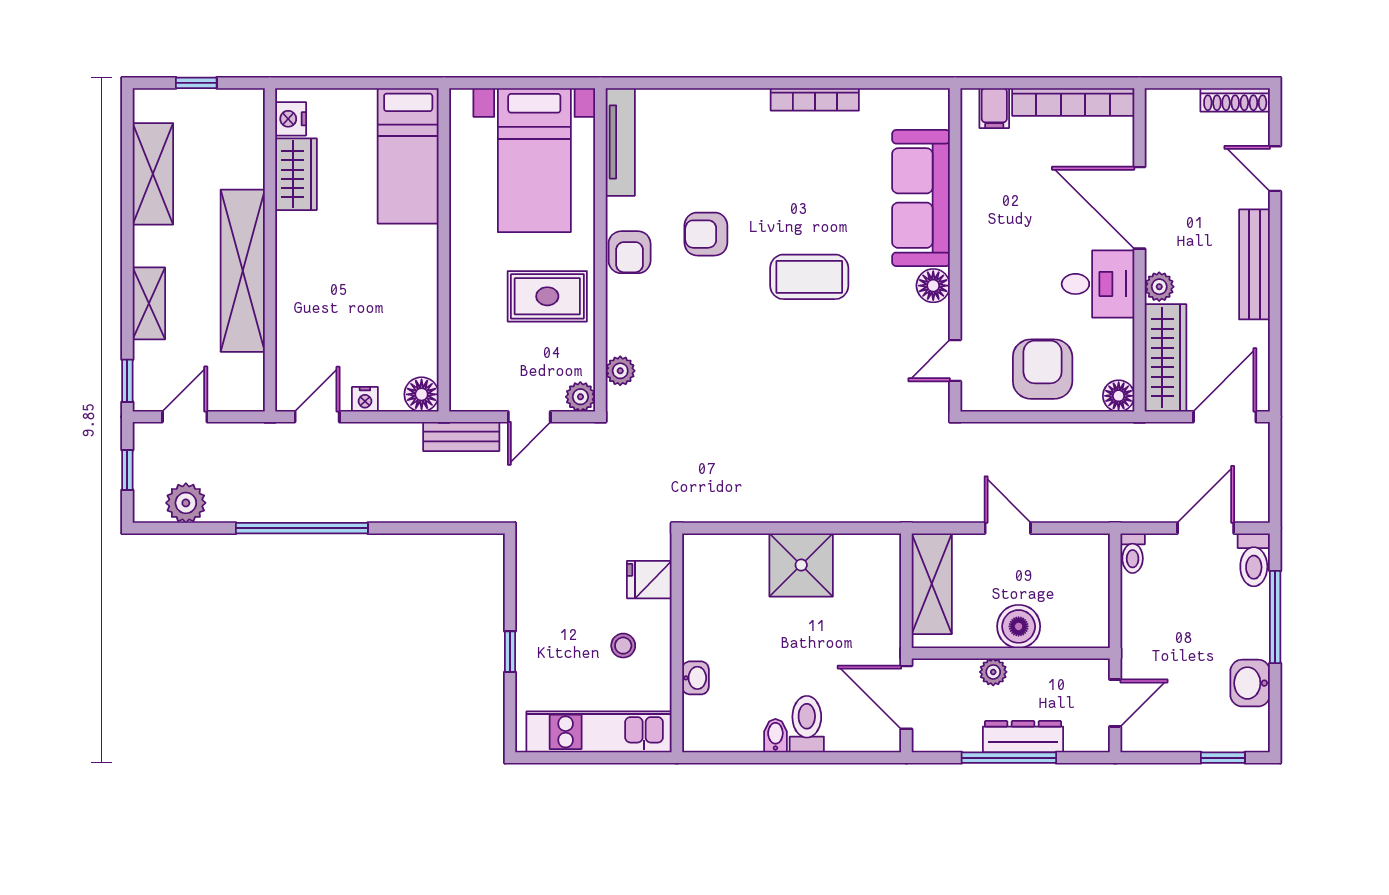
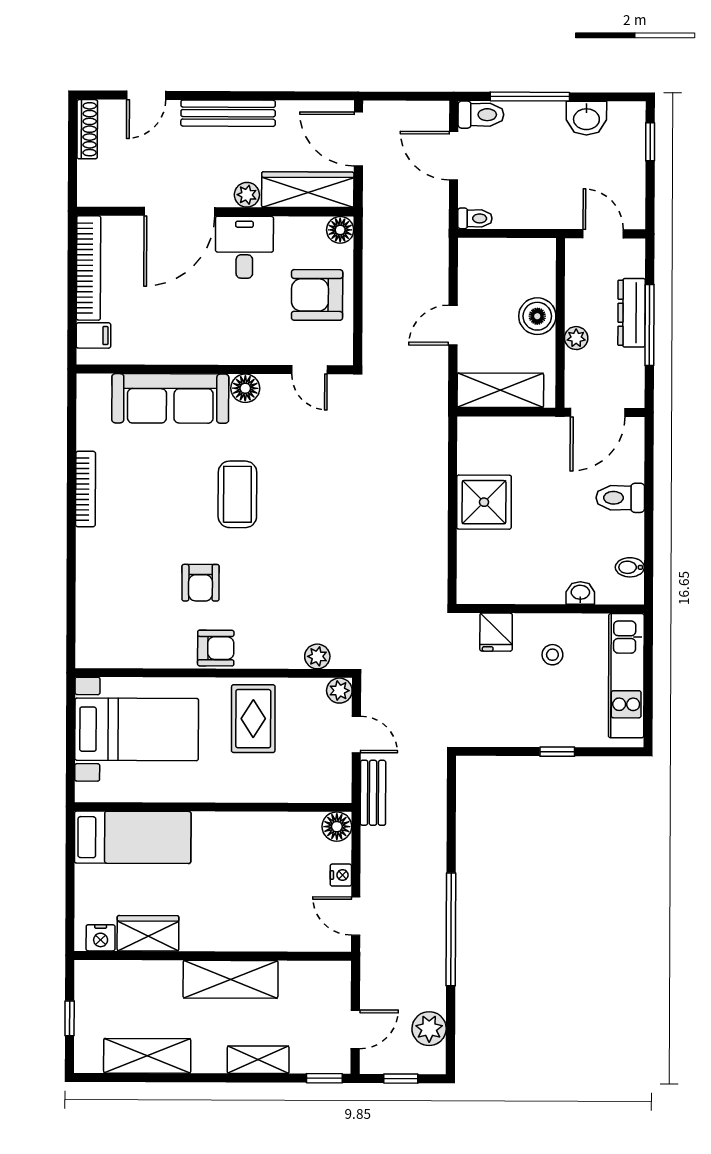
tv unit: (620, 142) -> (121, 656), removed
shelving: (243, 271) -> (231, 979), width x0.68
door: (185, 417) -> (355, 1029), swing flipped
bidet: (775, 736) -> (630, 567), moved

